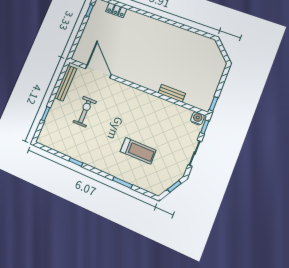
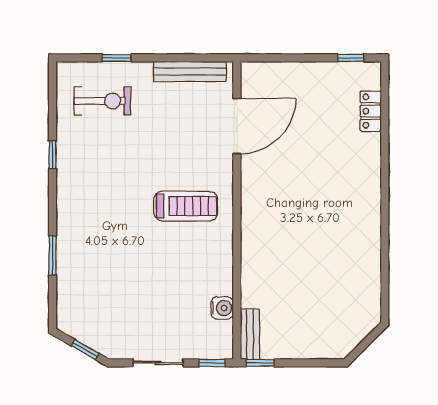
bench: (172, 93) -> (250, 334), moved
exercise bike: (85, 112) -> (102, 101), moved
water cooler: (197, 118) -> (222, 308), moved
treadmill: (138, 151) -> (186, 206), moved, turned -90

